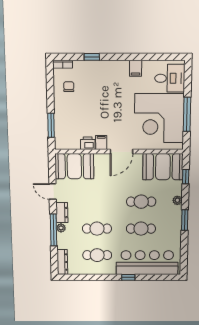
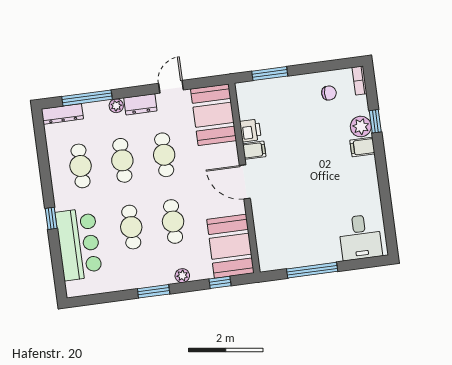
plant: (94, 68) -> (361, 127), added
filing cabinet: (136, 68) -> (362, 147), moved
corner desk: (159, 118) -> (301, 230), removed
cafe table: (97, 202) -> (164, 155), added
window: (53, 230) -> (87, 98), moved
bar counter: (147, 263) -> (79, 244), width x0.73

